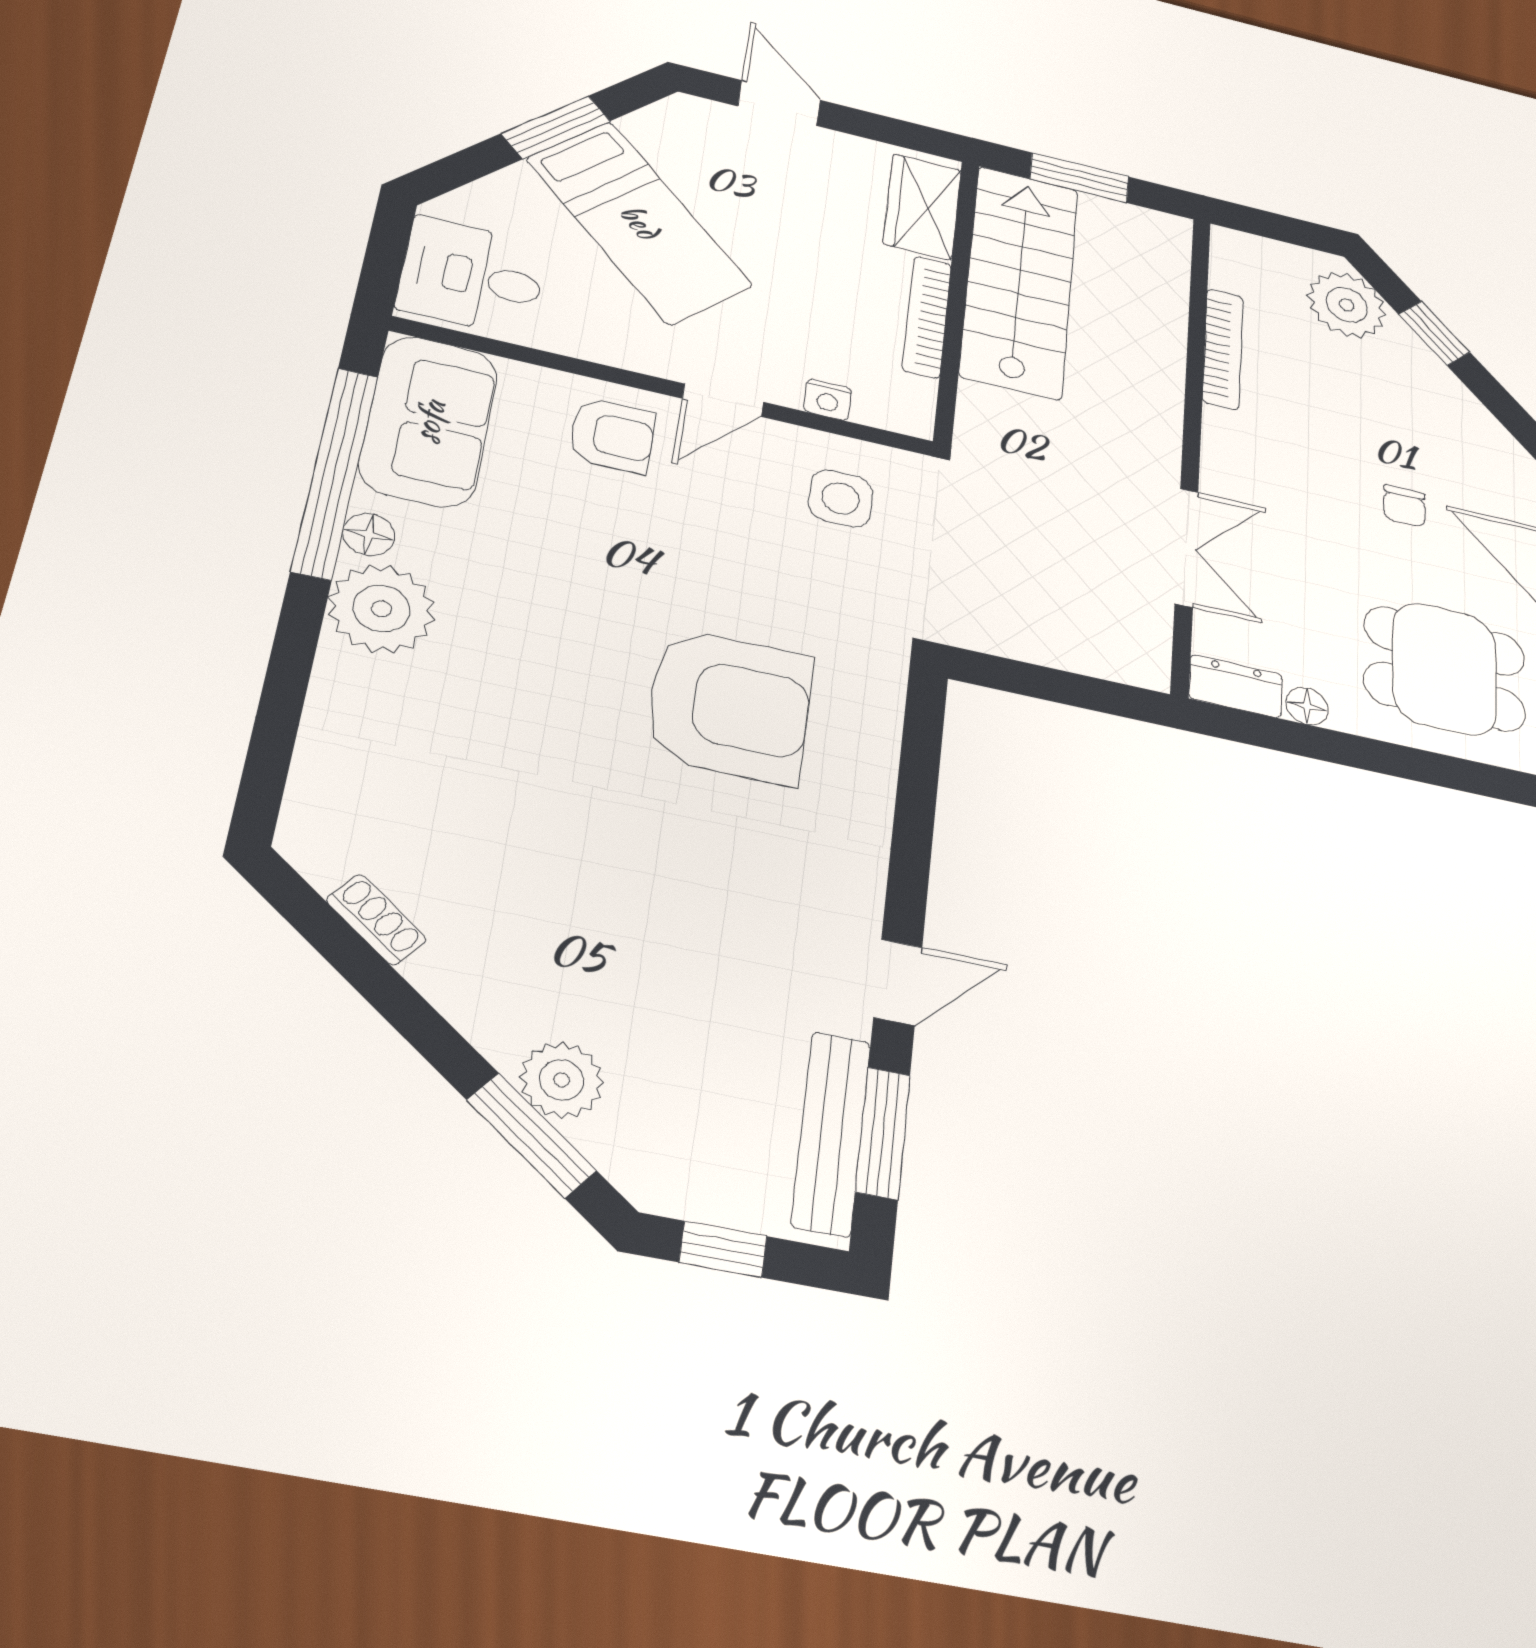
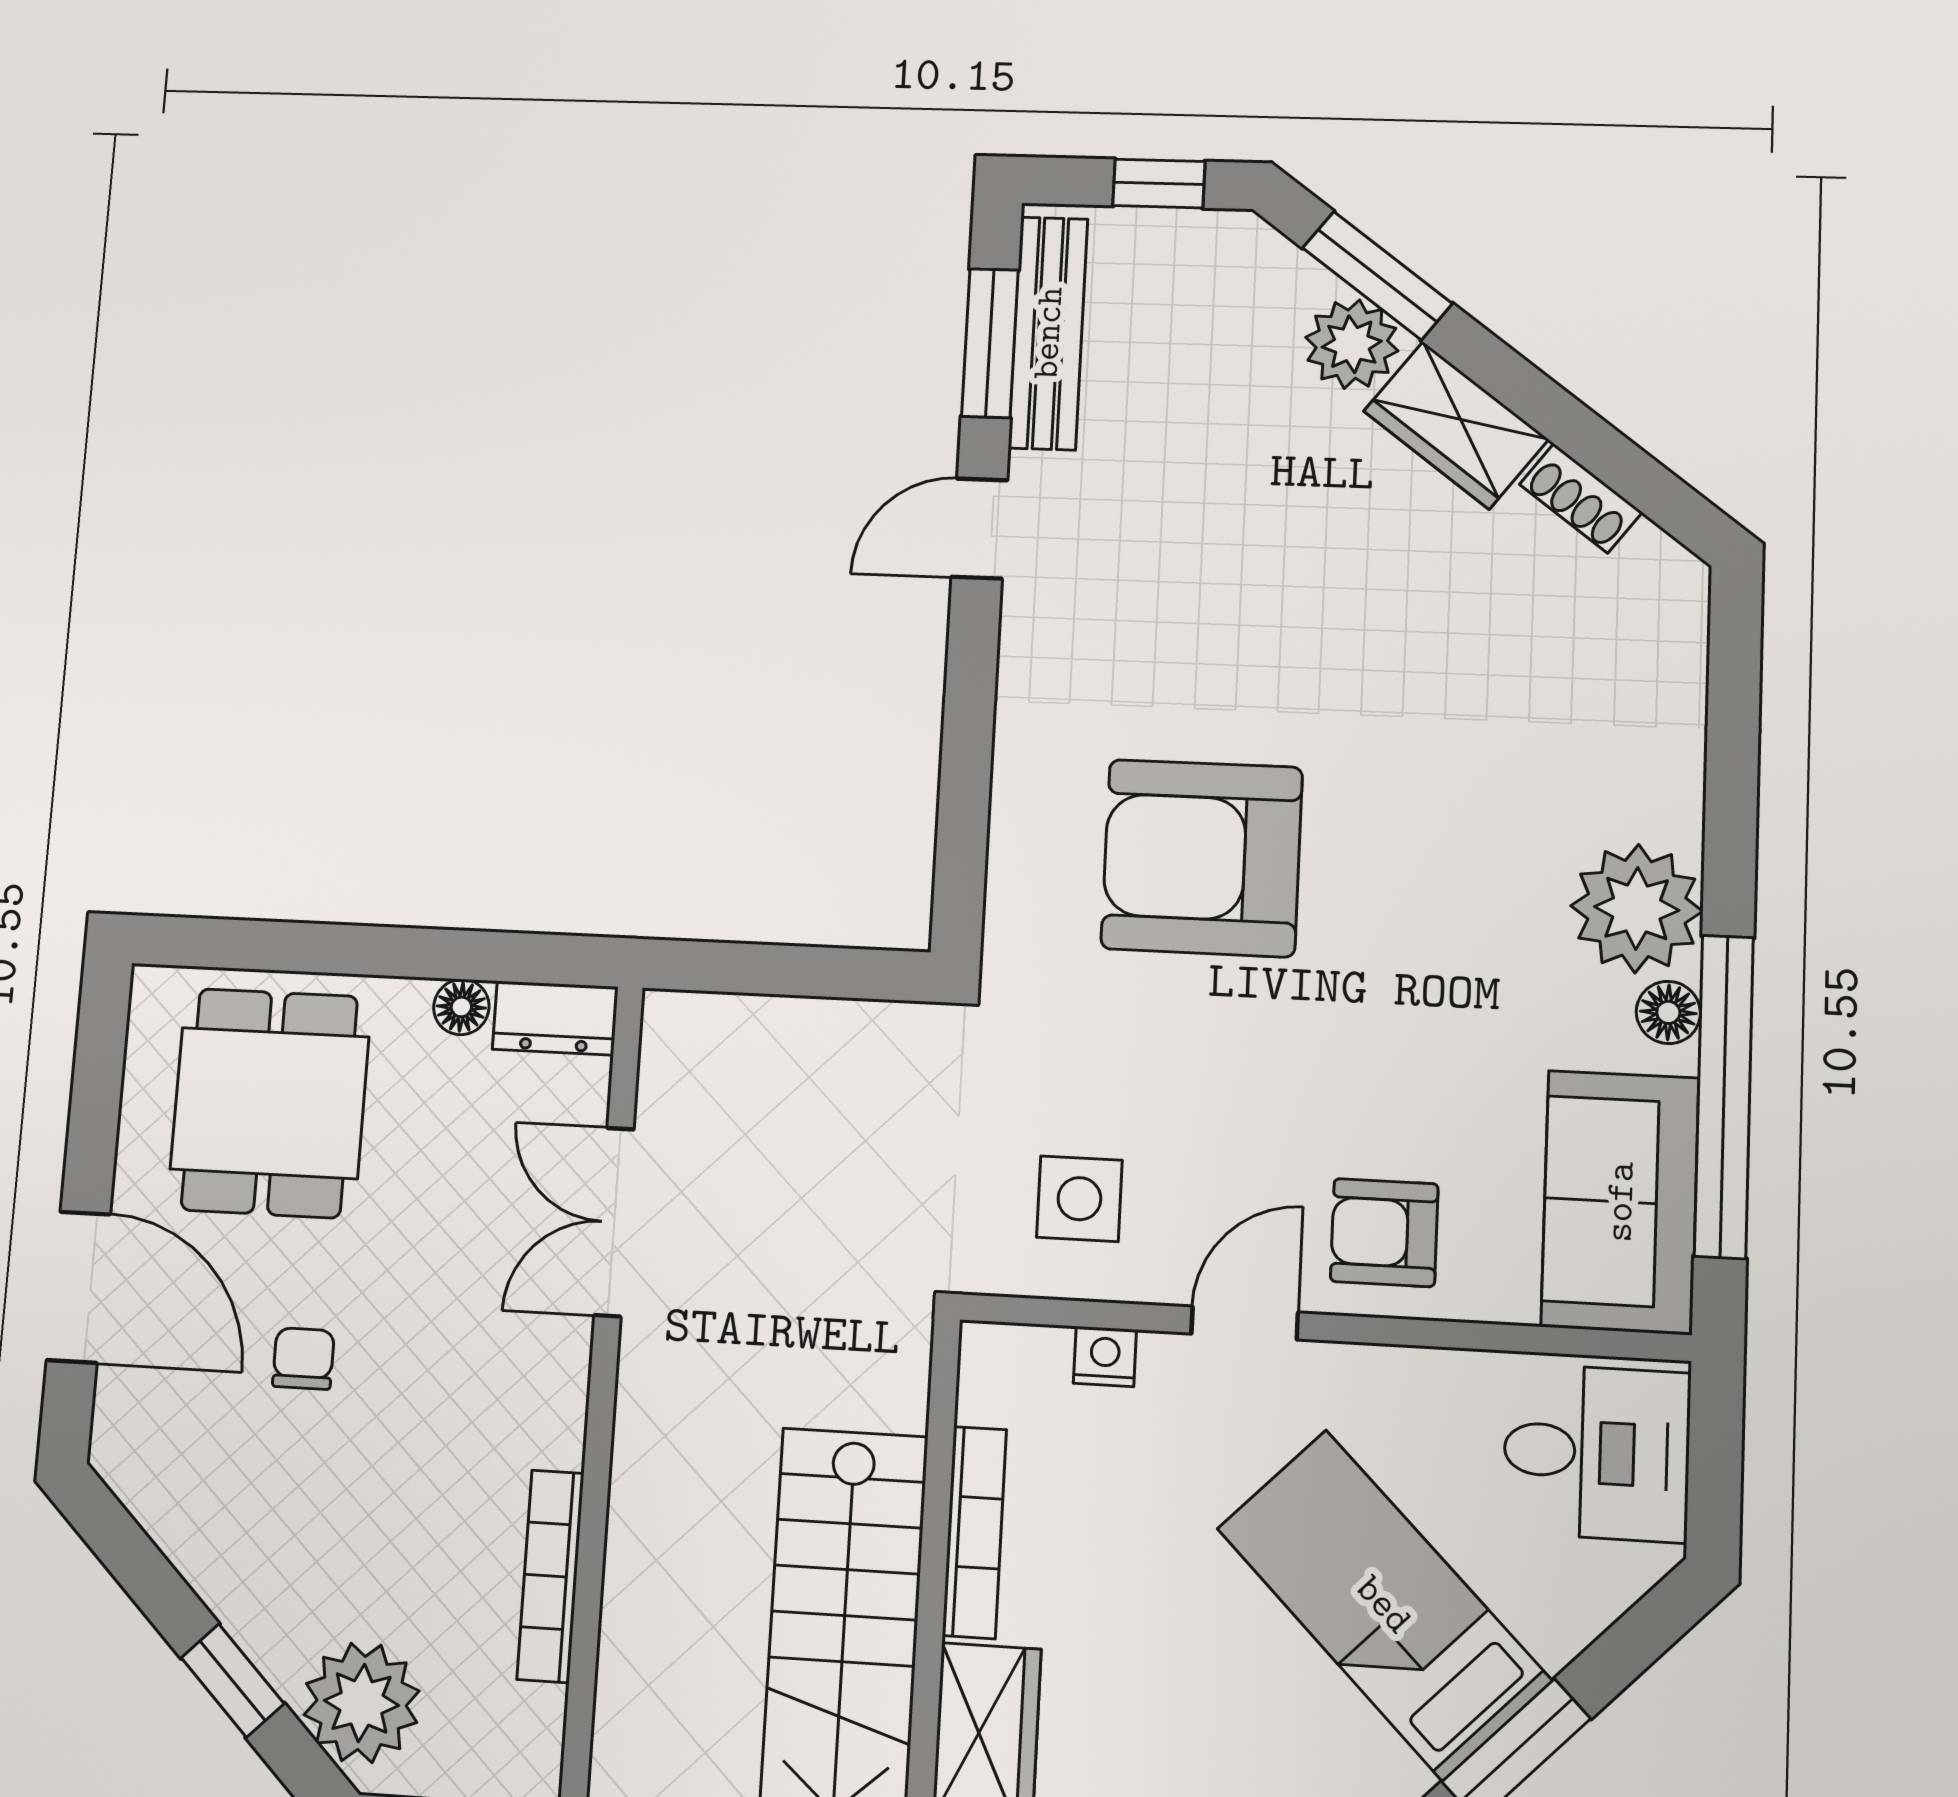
dining table: (1445, 669) -> (270, 1103), turned 90
wardrobe: (477, 997) -> (1456, 425), added

